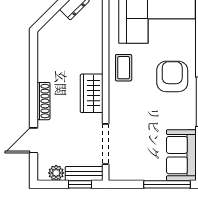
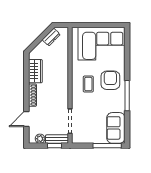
coffee table: (124, 68) -> (88, 84), moved
wardrobe: (92, 93) -> (35, 71), moved, turned 180

